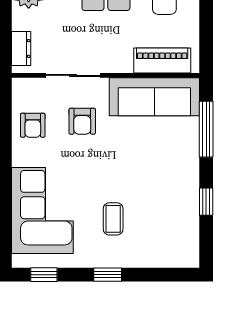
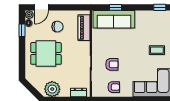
sofa: (154, 97) -> (114, 19), moved, turned 90
window: (206, 129) -> (116, 7), width x0.46
window: (206, 202) -> (160, 7), moved

